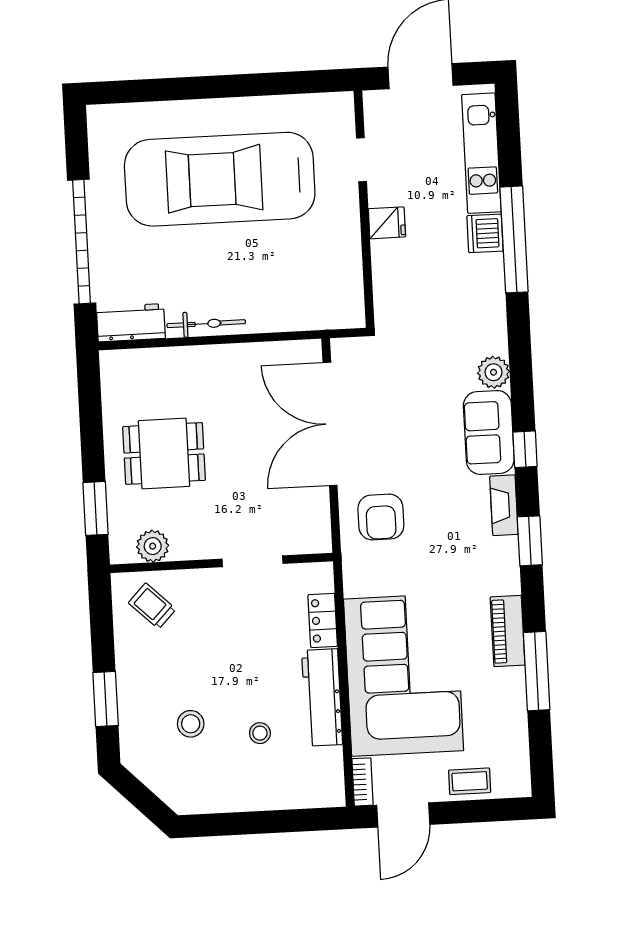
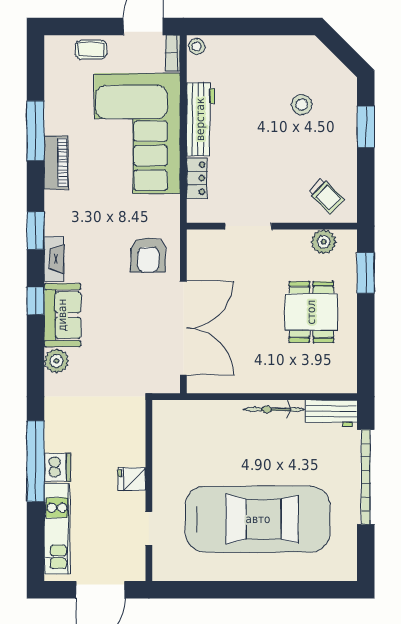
dining table: (164, 453) -> (311, 312), turned 90
armchair: (381, 517) -> (148, 255), turned 180
stool: (260, 733) -> (197, 47), moved

